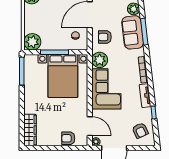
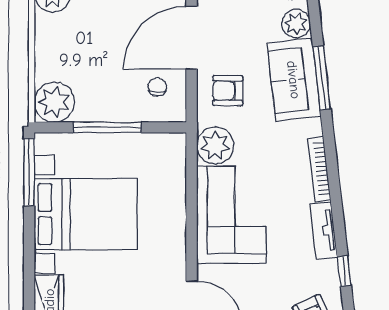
bed with nightstands: (63, 76) -> (86, 214), moved, turned -90

